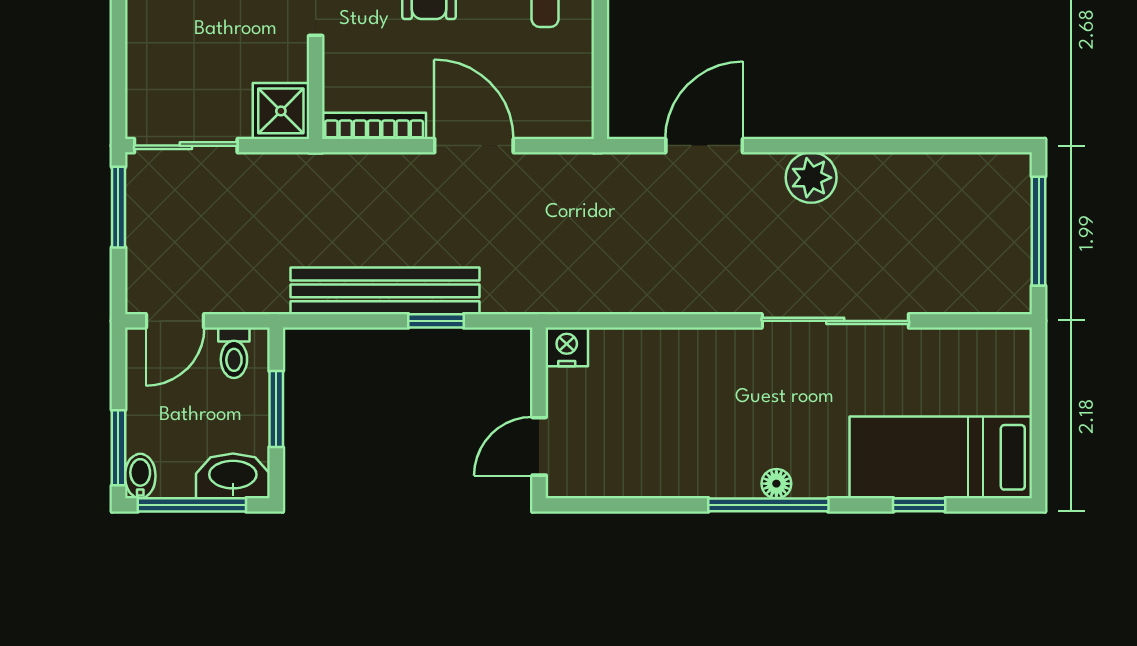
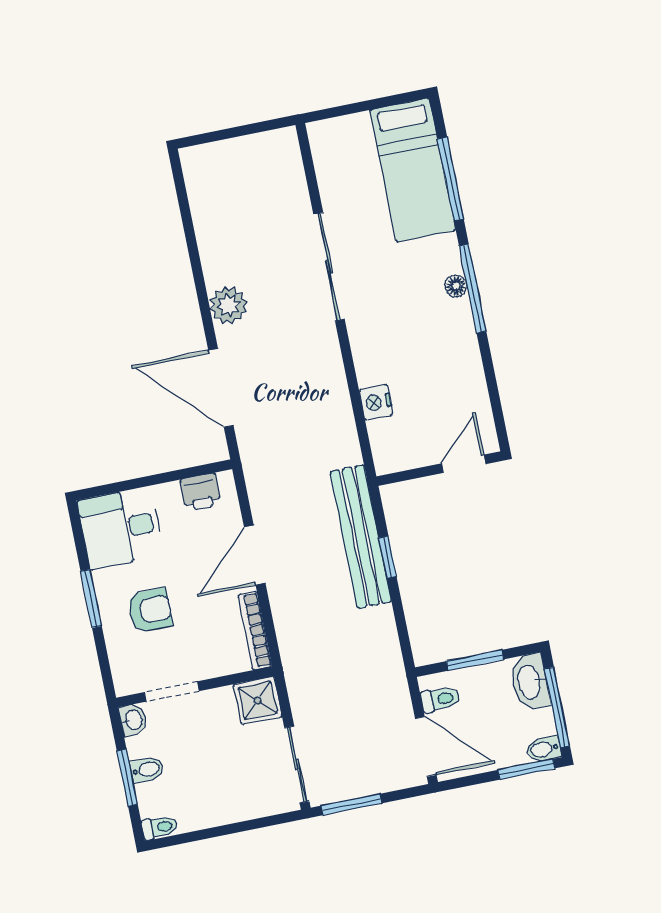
printer: (572, 91) -> (201, 492), added
door: (704, 146) -> (221, 388), width x1.36
window: (1039, 231) -> (234, 132), removed
bench: (385, 291) -> (361, 537), moved
door: (175, 321) -> (426, 747), width x1.38
nightstand: (567, 347) -> (376, 402), moved
door: (539, 446) -> (464, 464), swing flipped
window: (919, 505) -> (451, 179), width x2.17

